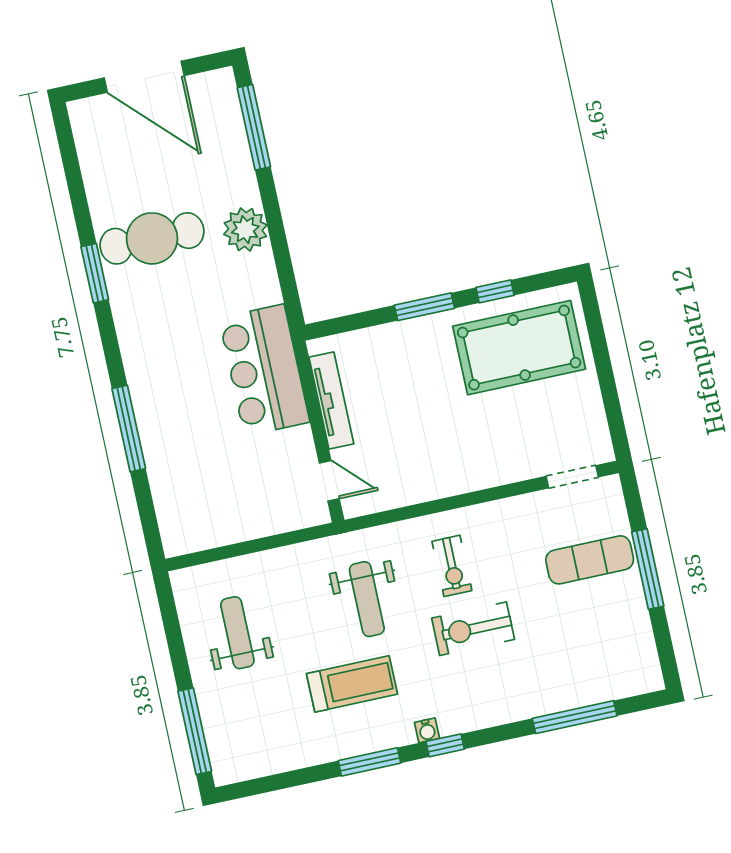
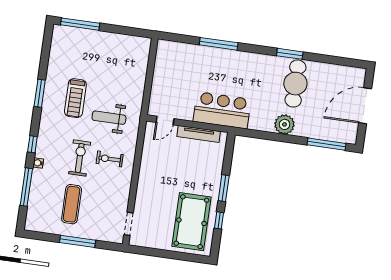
exercise mat: (590, 560) -> (72, 204), moved
weight bench: (237, 633) -> (115, 58), removed
water cooler: (427, 730) -> (38, 163), moved
window: (445, 745) -> (32, 144), moved

